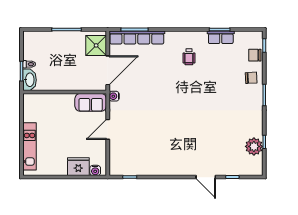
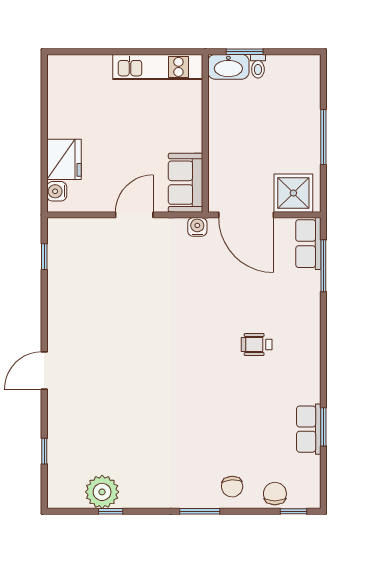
row of seats: (137, 38) -> (308, 244), width x0.50
wheelchair: (189, 57) -> (257, 345), moved
door: (108, 129) -> (134, 215), hinge flipped
kitchen unit: (30, 146) -> (158, 67), moved
door: (206, 177) -> (44, 371), moved

